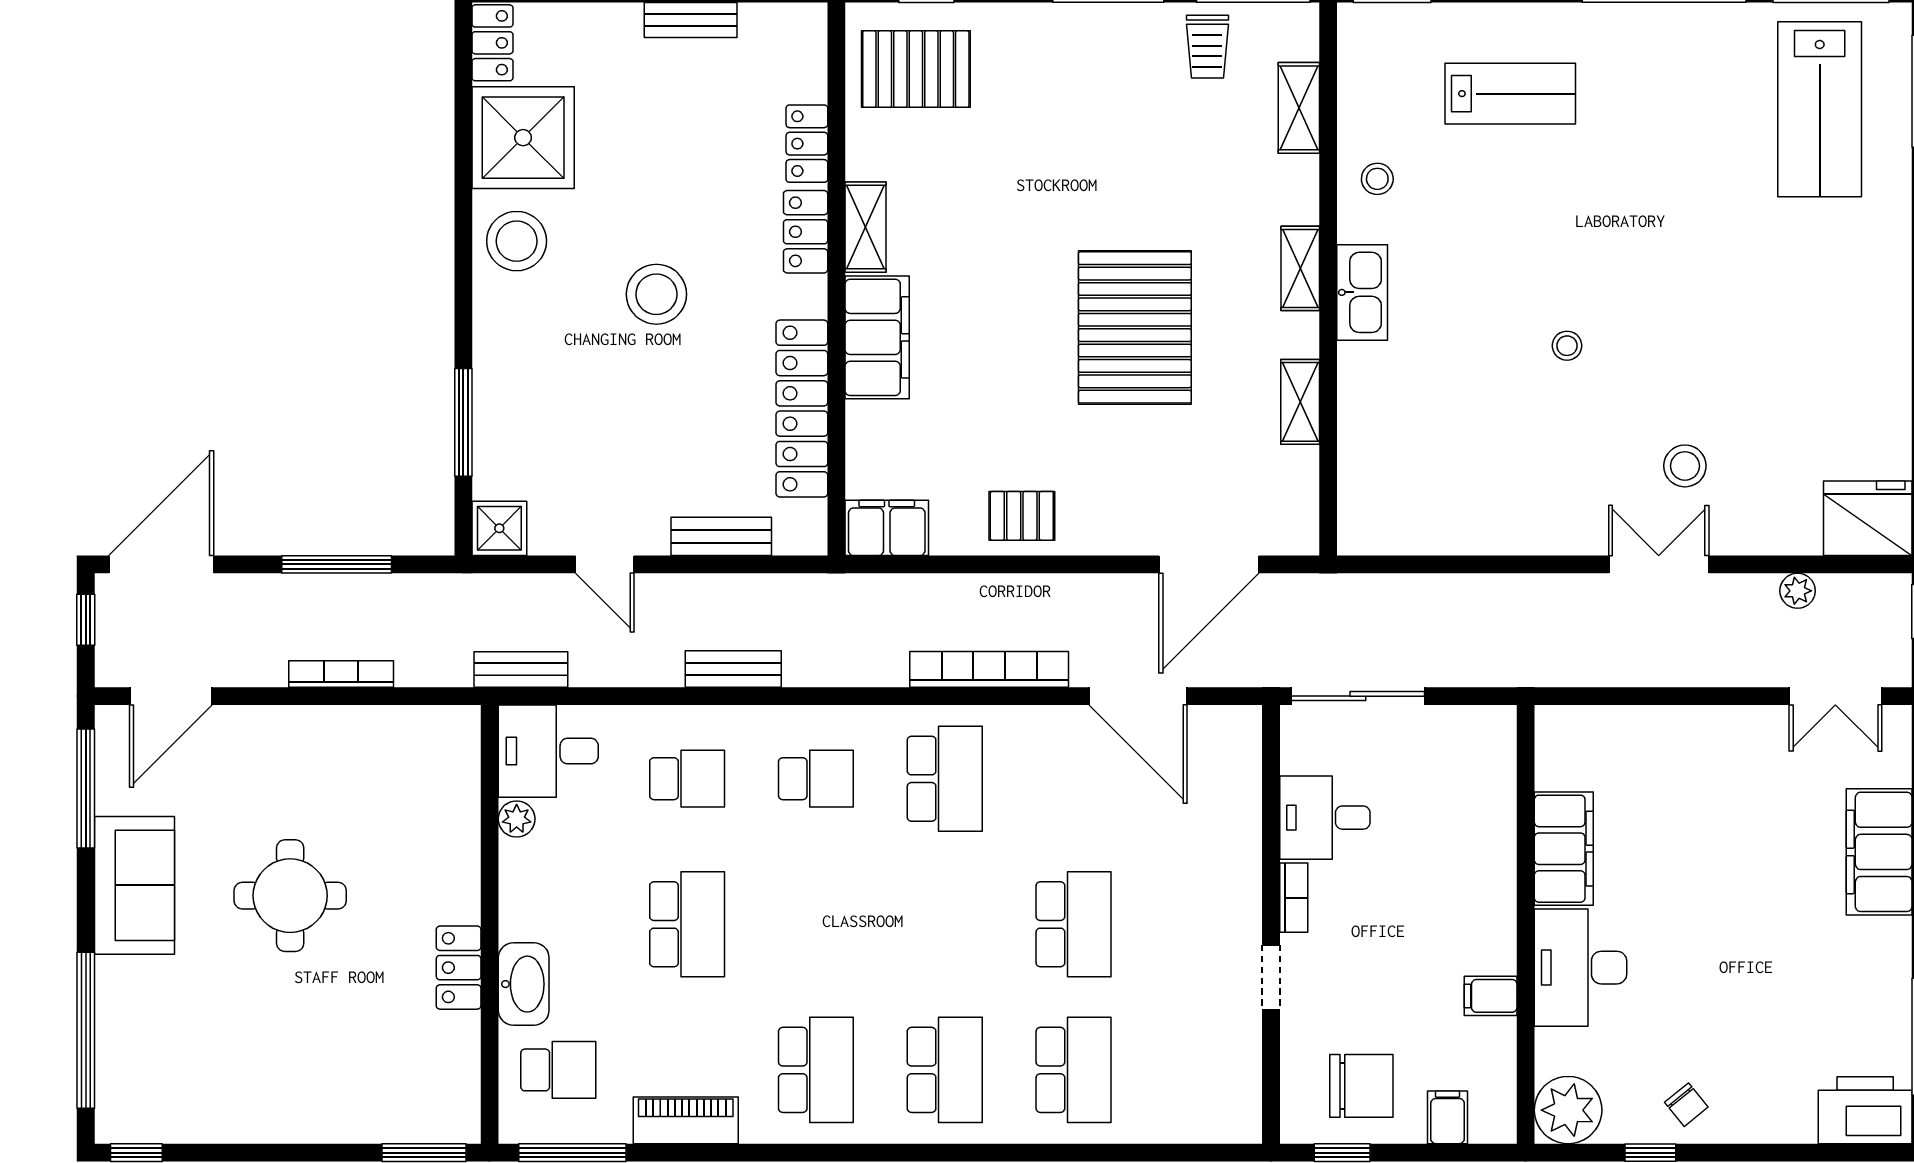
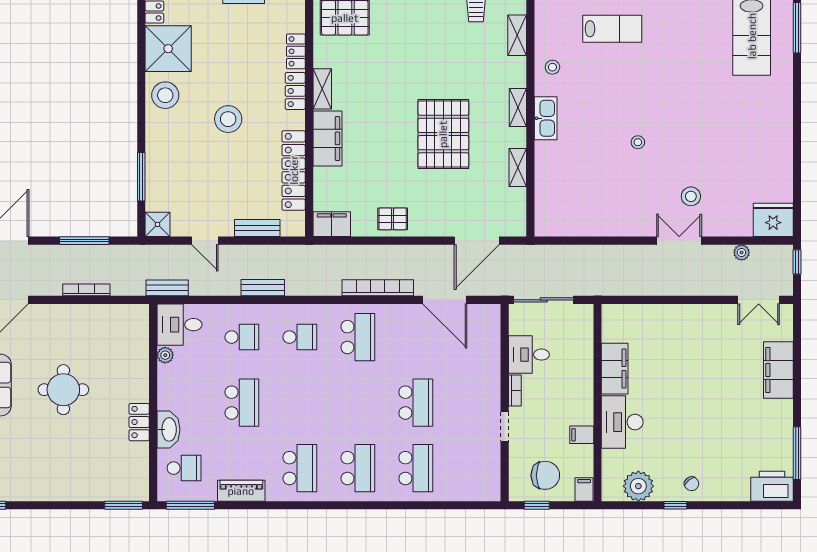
filing cabinet: (1564, 849) -> (615, 369), moved
wall: (1526, 924) -> (597, 403), moved
desk: (1580, 968) -> (622, 422), moved
filing cabinet: (1491, 996) -> (582, 435), moved

